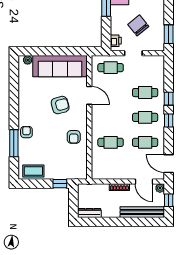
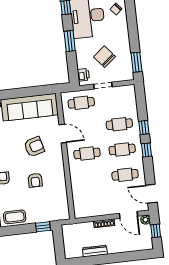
armchair: (74, 137) -> (35, 180), moved
cafe table: (111, 142) -> (87, 153), moved
bench: (142, 212) -> (130, 246), removed
dresser: (89, 213) -> (95, 251), moved

